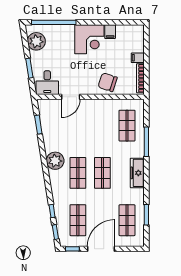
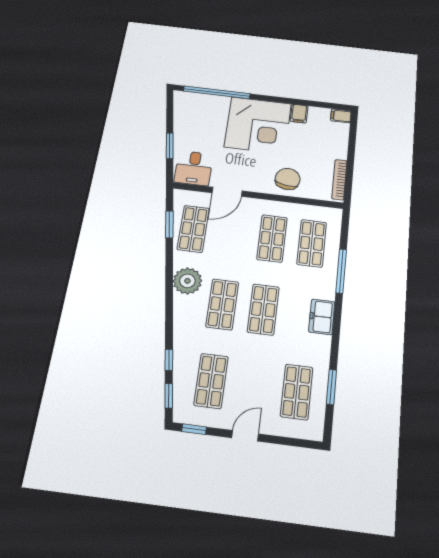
corner desk: (89, 39) -> (258, 125), width x1.36, depth x1.36
plant: (36, 41) -> (187, 113), removed
filing cabinet: (138, 58) -> (341, 116), moved
chair: (108, 82) -> (288, 179), turned 81
shop shelf: (53, 126) -> (193, 229), added
shop shelf: (102, 126) -> (272, 238), added
freezer: (137, 173) -> (322, 317), width x0.71
door: (101, 249) -> (245, 436), width x0.53

